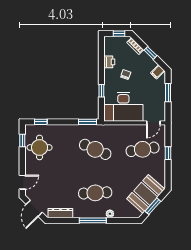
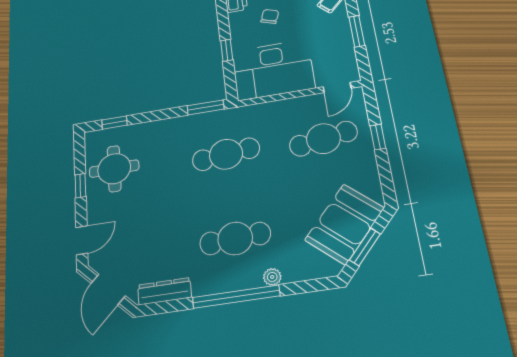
window: (22, 140) -> (80, 186), moved
cafe table: (95, 149) -> (226, 154), turned -30
window: (93, 220) -> (236, 297), width x1.46

